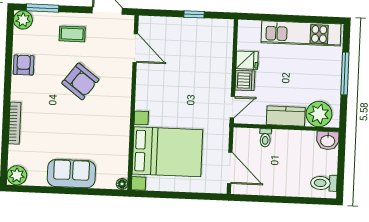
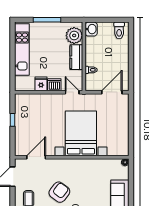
bed with nightstands: (167, 152) -> (81, 133), moved

